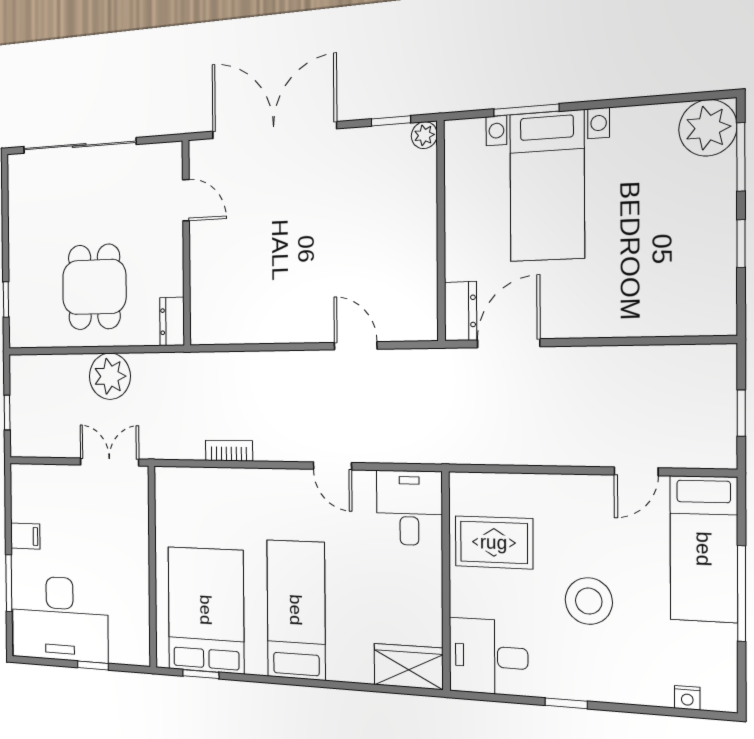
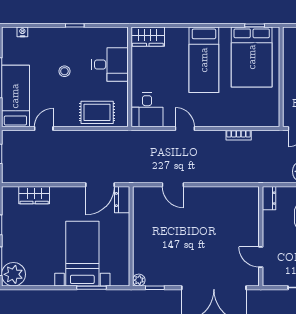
wardrobe: (658, 317) -> (34, 195), added
rug: (494, 542) -> (97, 112), moved
stool: (589, 601) -> (64, 71), width x0.53, depth x0.53
desk: (488, 656) -> (110, 64), moved

